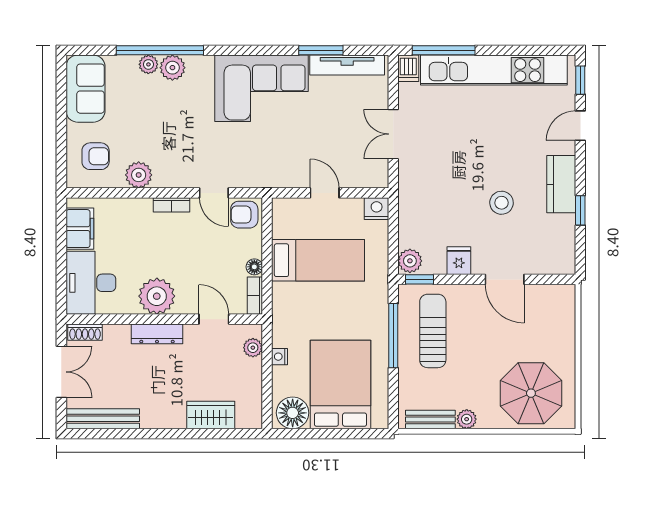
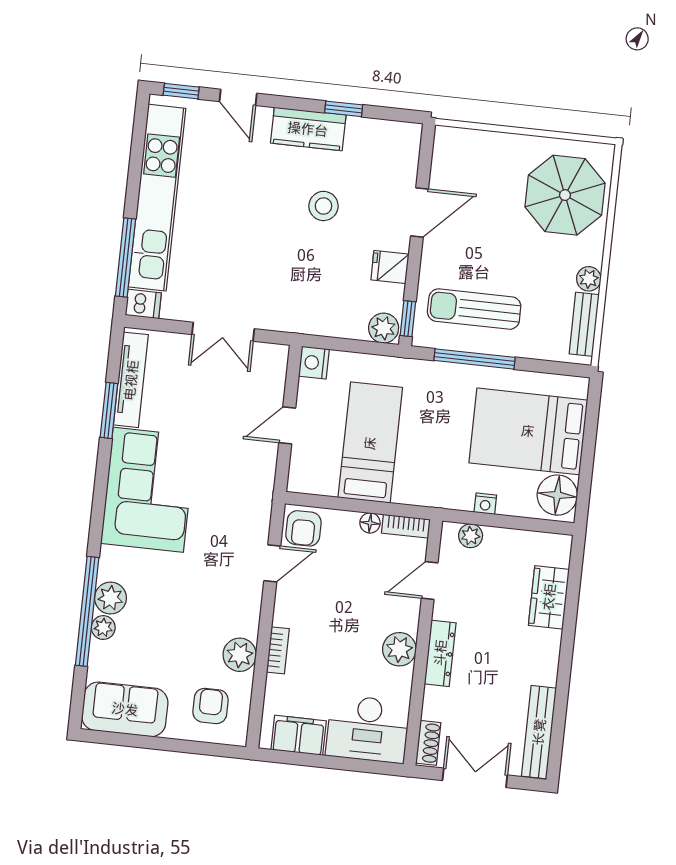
bookcase: (172, 205) -> (278, 650), moved
plant: (157, 296) -> (399, 649), width x0.73, depth x0.73

